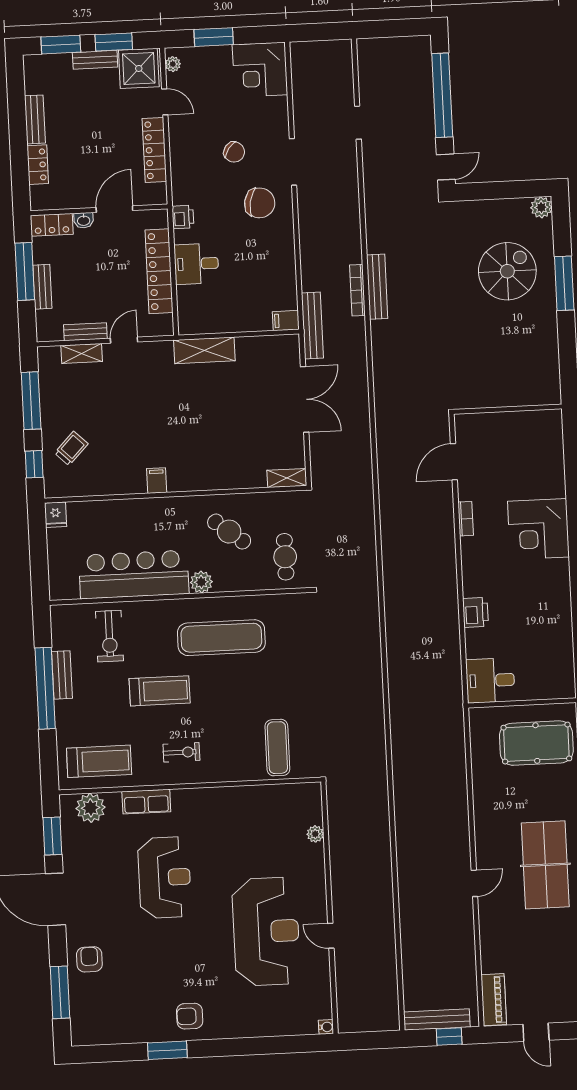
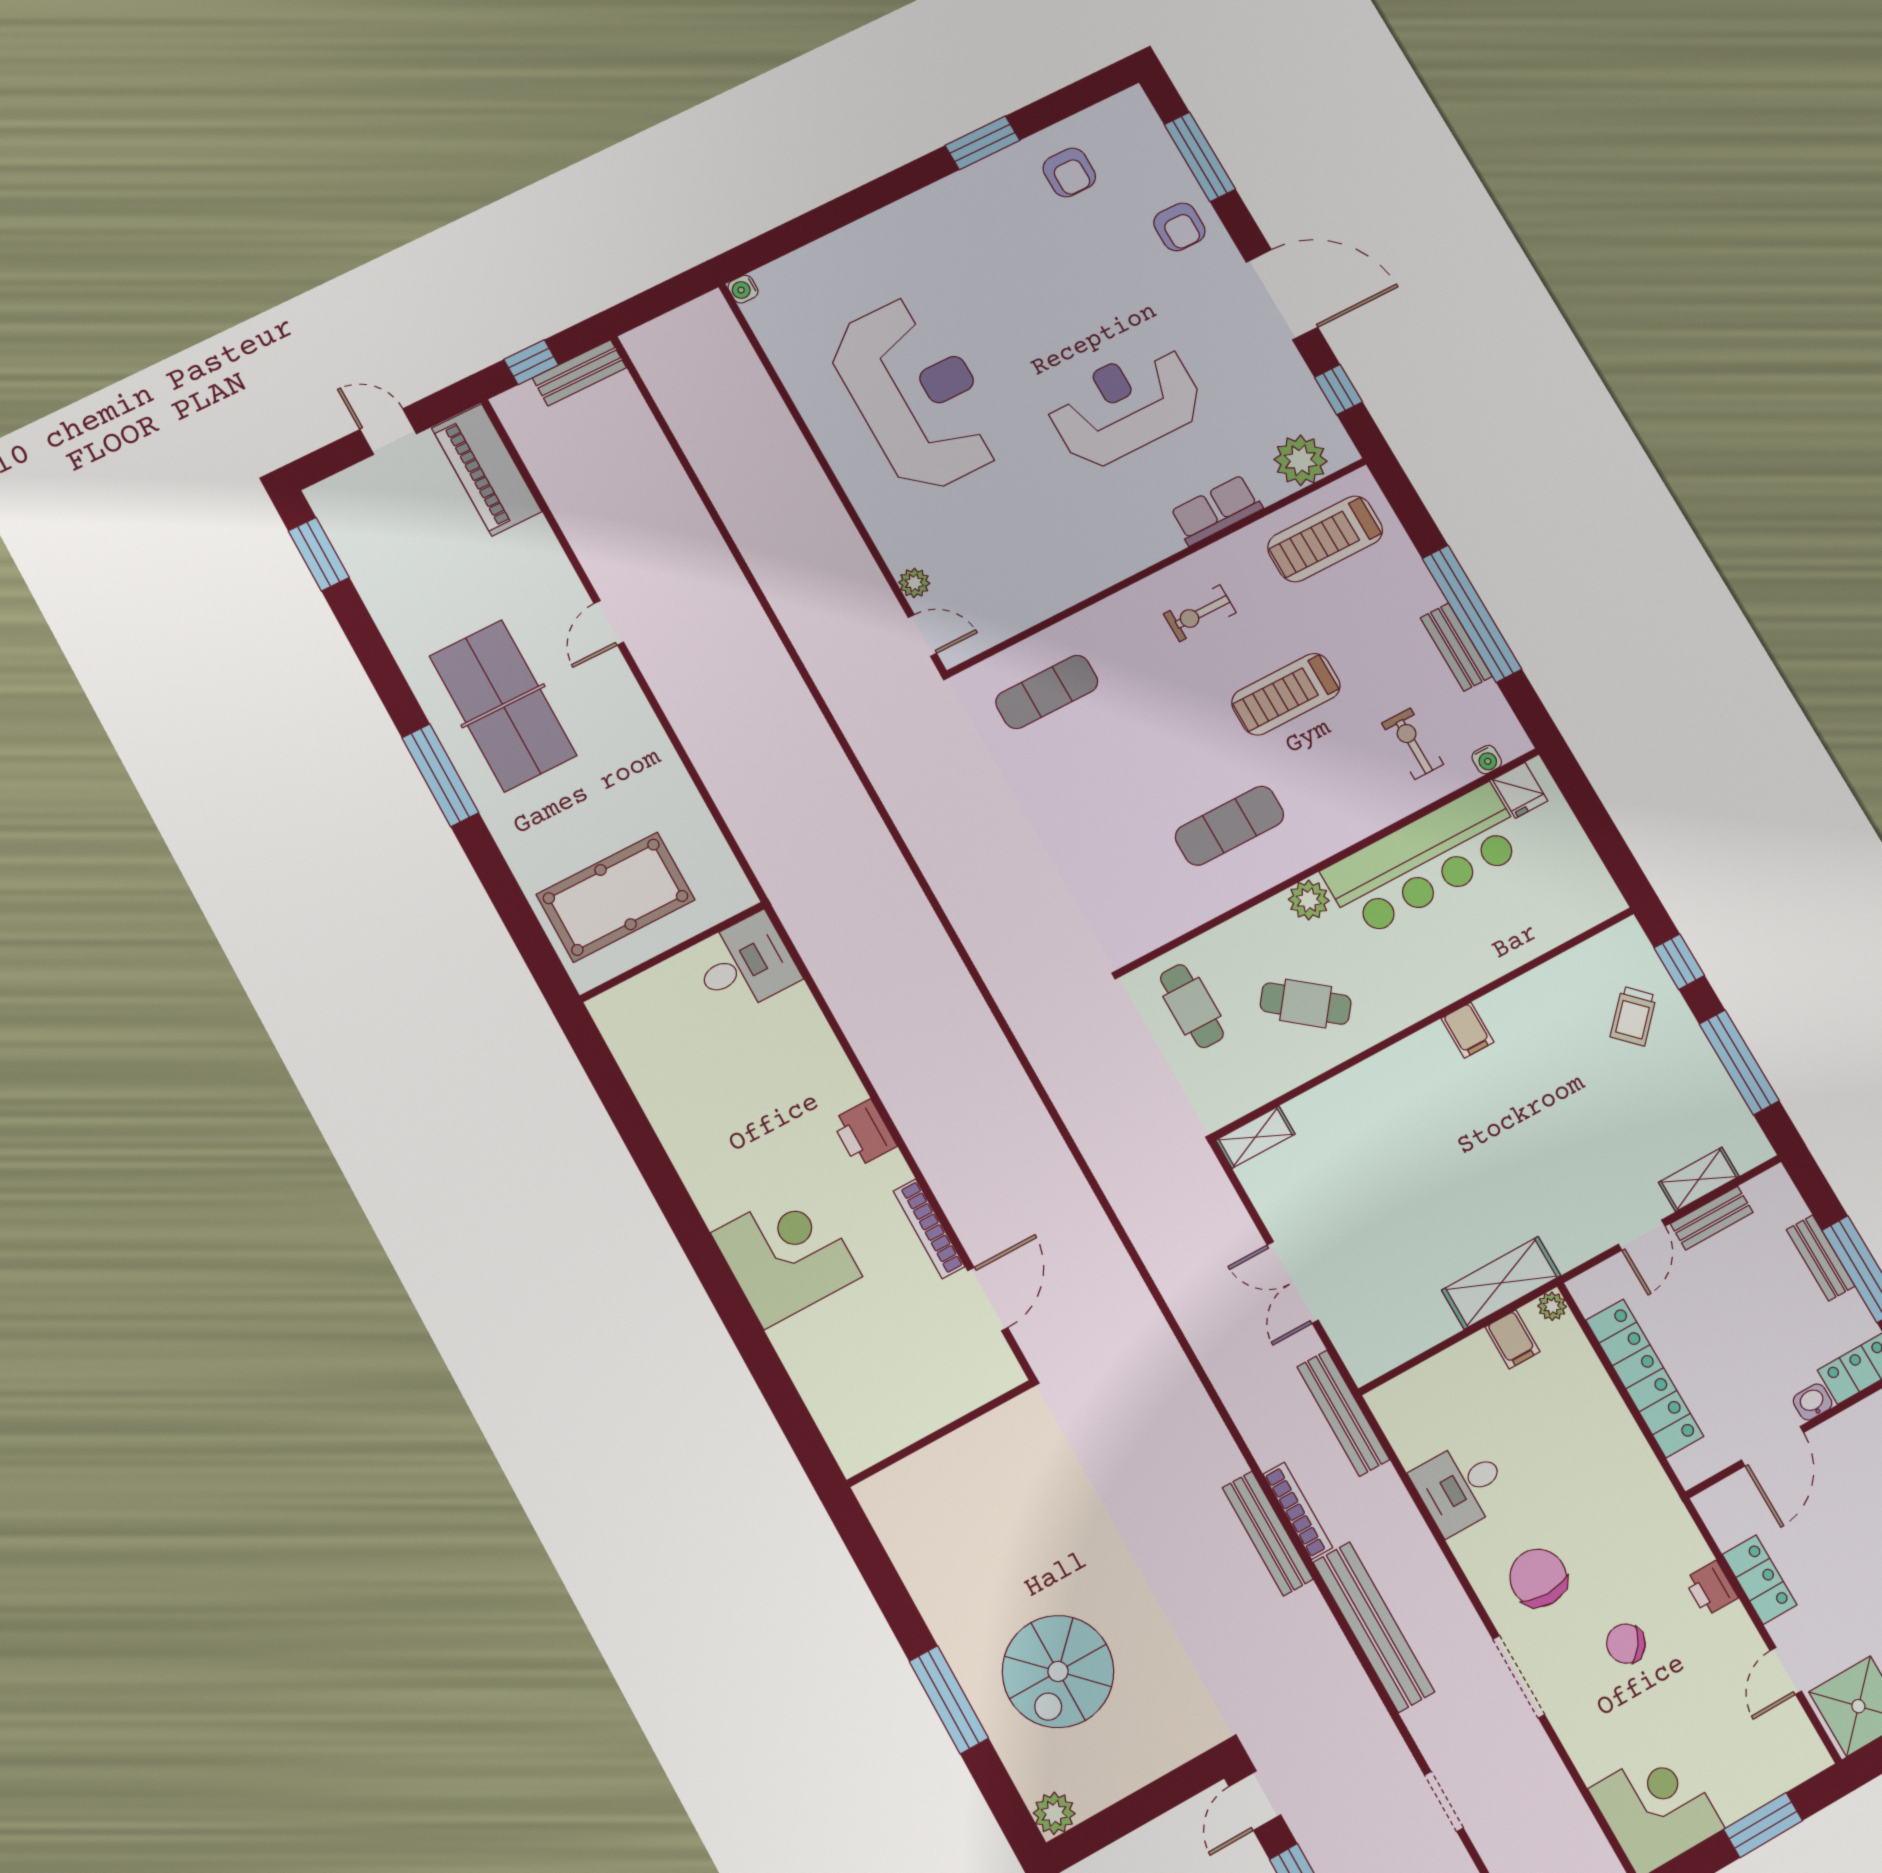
plant: (173, 64) -> (1552, 1306), moved
door: (165, 102) -> (1786, 1671), hinge flipped
locker: (154, 150) -> (1760, 1580), width x0.66
chair: (260, 203) -> (1538, 1578), turned 79
printer: (183, 217) -> (1711, 1588), moved
bench: (349, 219) -> (1374, 1627), added
desk: (196, 264) -> (1461, 1487), moved, turned 180
filing cabinet: (286, 321) -> (1512, 1339), moved, turned 90
double door: (305, 399) -> (1293, 1282), width x0.73
fridge: (55, 515) -> (1520, 790), moved, turned 180
bookcase: (466, 519) -> (929, 1229), width x1.56
water cooler: (77, 611) -> (1487, 760), added
printer: (475, 612) -> (864, 1133), moved
exercise bike: (109, 636) -> (1413, 744), width x0.73, depth x0.72
exercise mat: (221, 638) -> (1230, 826), width x0.73, depth x0.69
exercise mat: (277, 748) -> (1047, 692), turned 90
window: (52, 836) -> (1338, 390), width x0.67
reception desk: (165, 877) -> (1125, 405), turned 90
reception desk: (266, 931) -> (917, 394), turned 180
door: (331, 936) -> (922, 635), moved
piano: (494, 1000) -> (487, 470), width x1.37, depth x1.33
armchair: (190, 1016) -> (1069, 172), moved, turned 90
bench: (437, 1020) -> (579, 373), width x0.73

